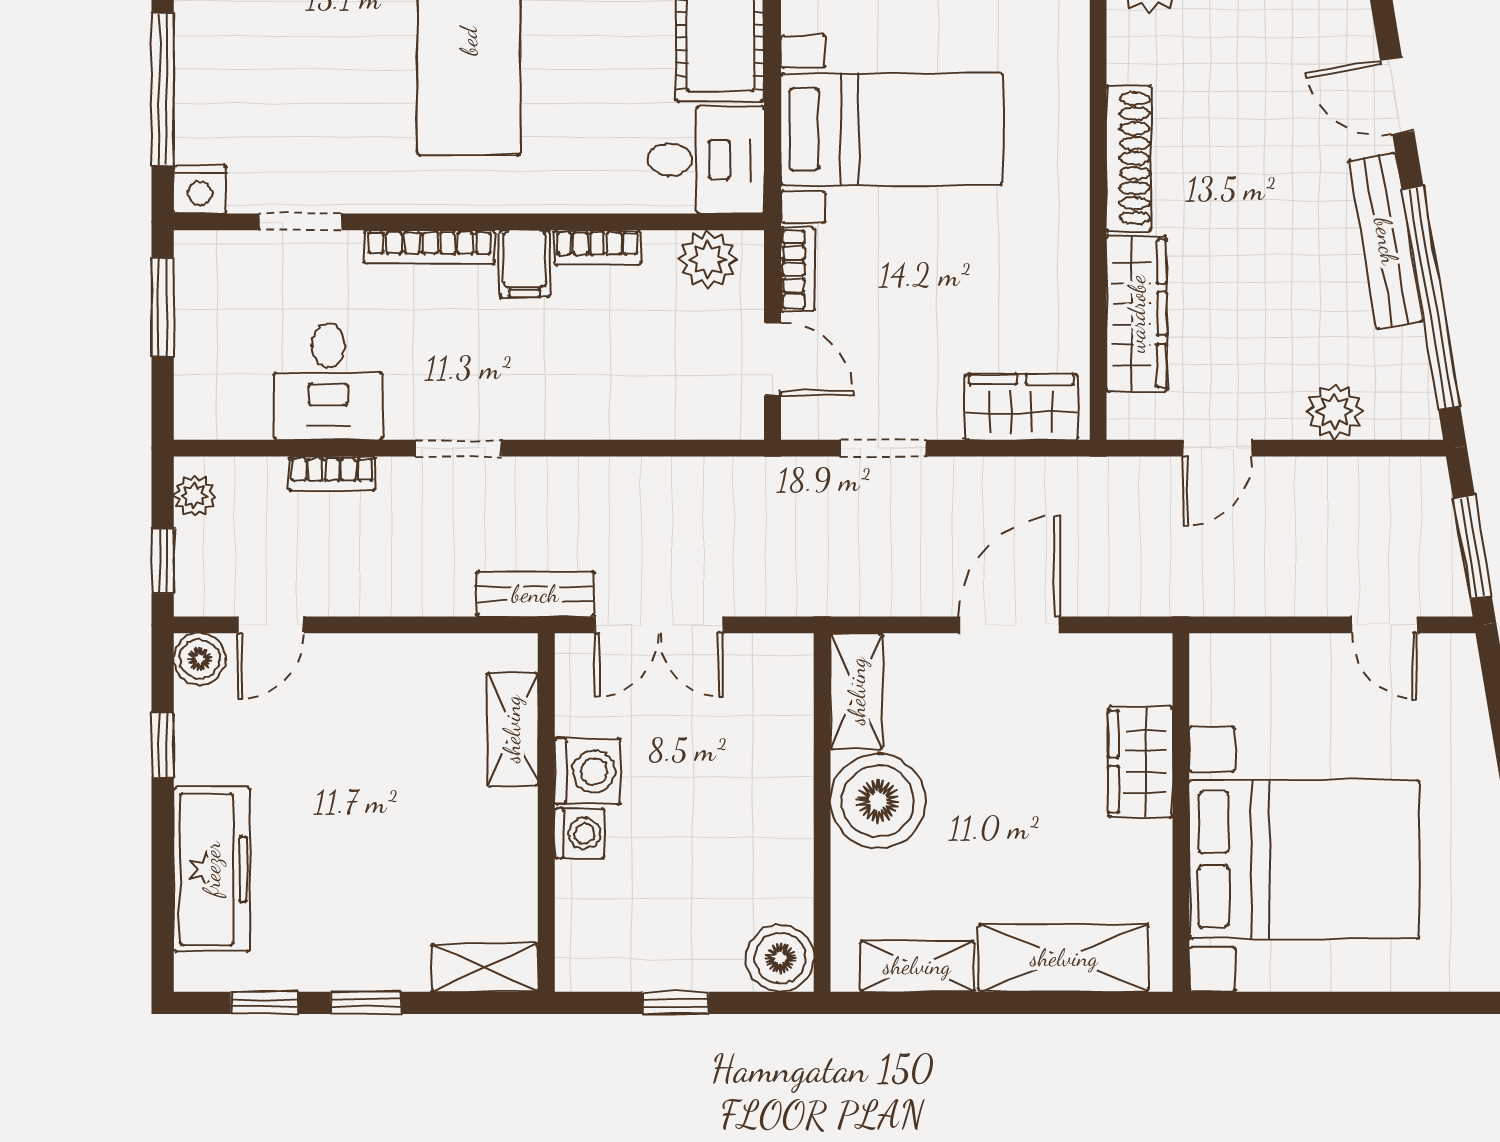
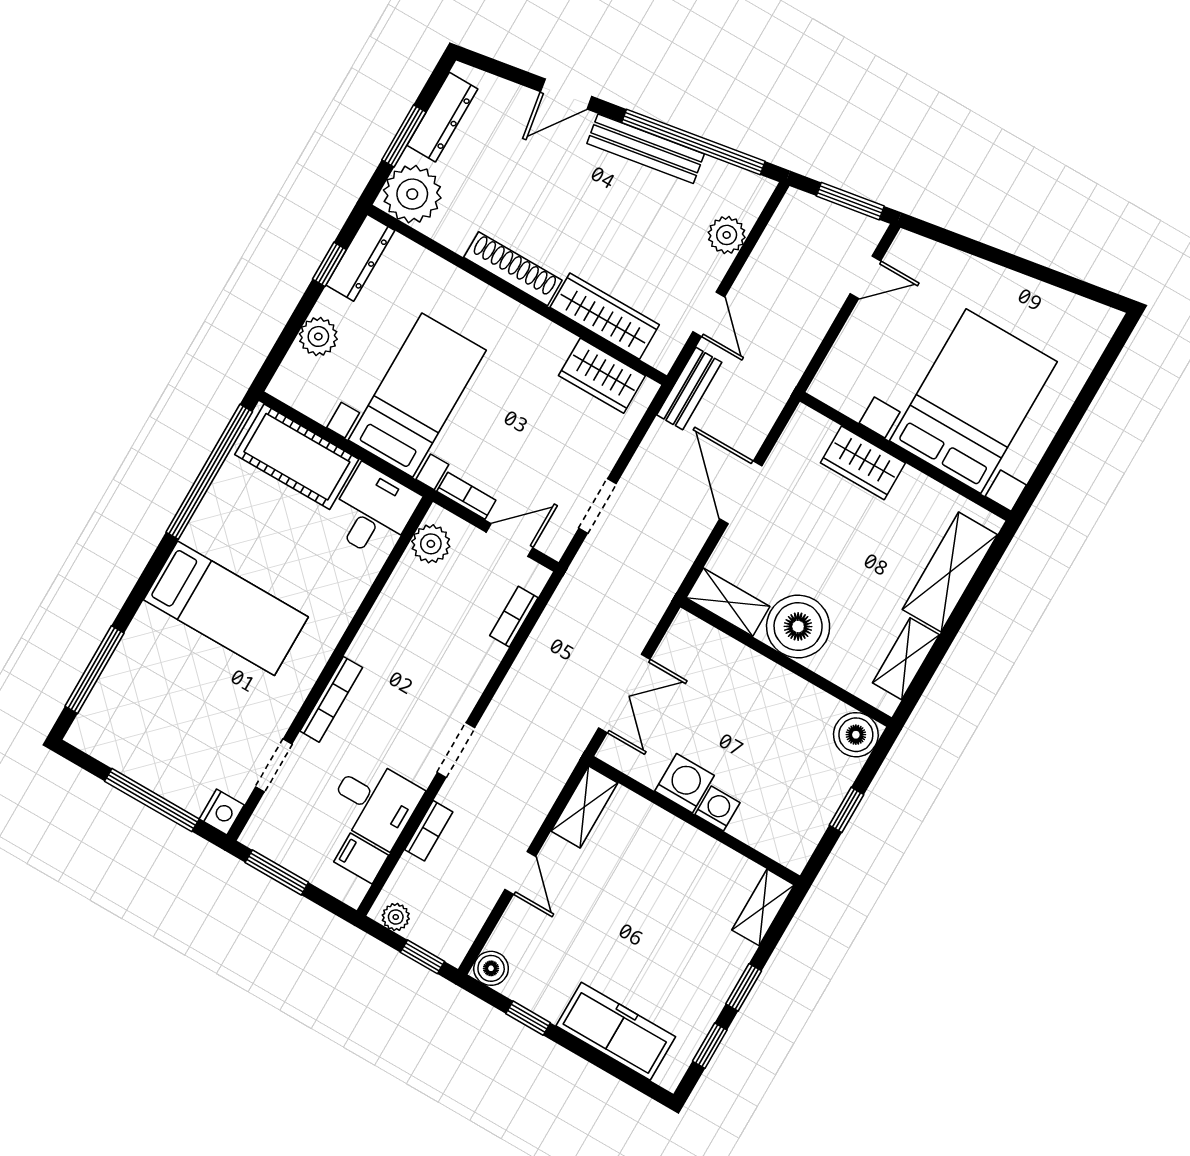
bookcase: (597, 248) -> (514, 617), moved, turned 180
filing cabinet: (525, 264) -> (361, 859), moved, turned 180
wardrobe: (1021, 407) -> (602, 376), moved, turned -90
bench: (535, 594) -> (689, 389), moved
door: (271, 625) -> (520, 873), moved
shelving: (512, 729) -> (584, 807), moved, turned 90

